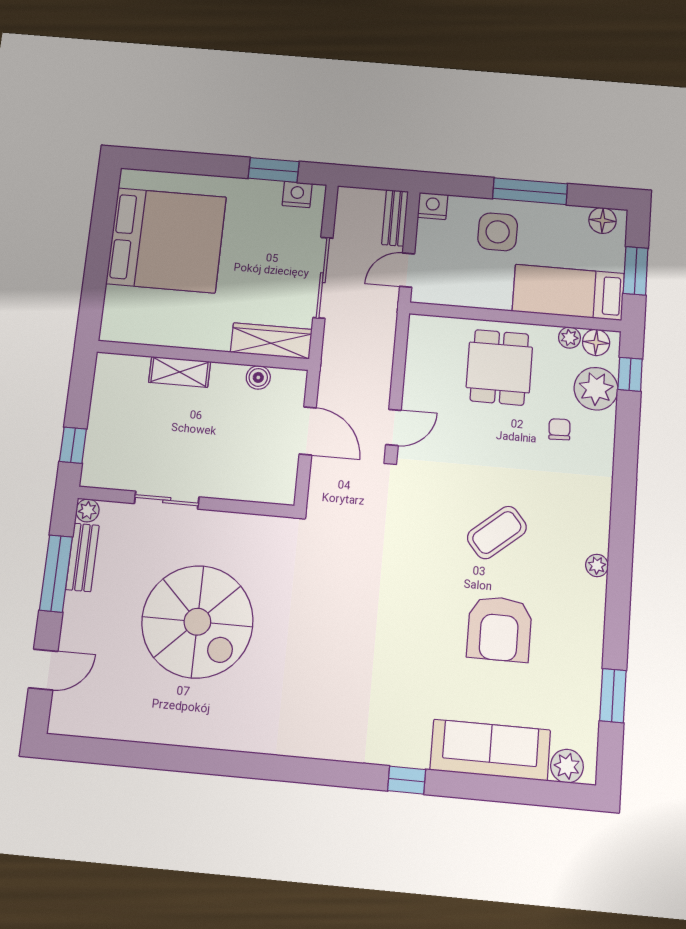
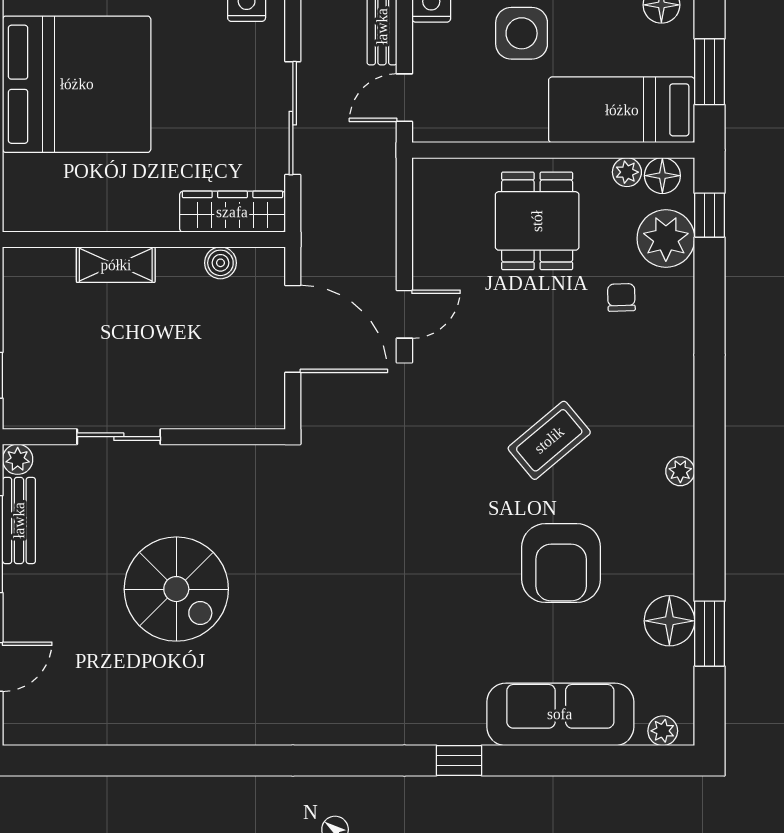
door: (308, 431) -> (293, 329), width x1.36
spiral stairs: (197, 622) -> (176, 589), width x0.73, depth x0.73
floor lamp: (582, 682) -> (669, 621), added
plant: (567, 766) -> (663, 731), width x0.73, depth x0.73

